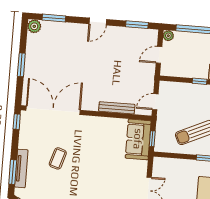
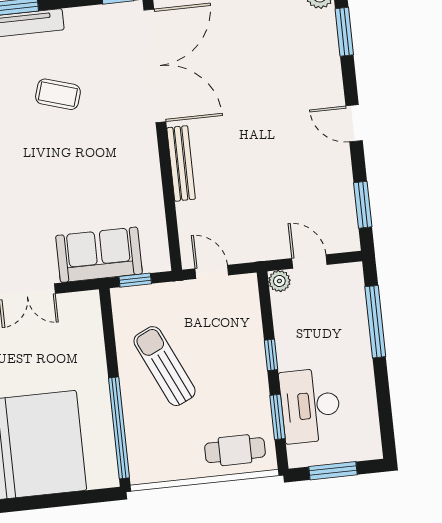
plant: (168, 36) -> (279, 281), moved
bench: (117, 108) -> (181, 163), moved
sofa: (138, 139) -> (99, 255), moved

